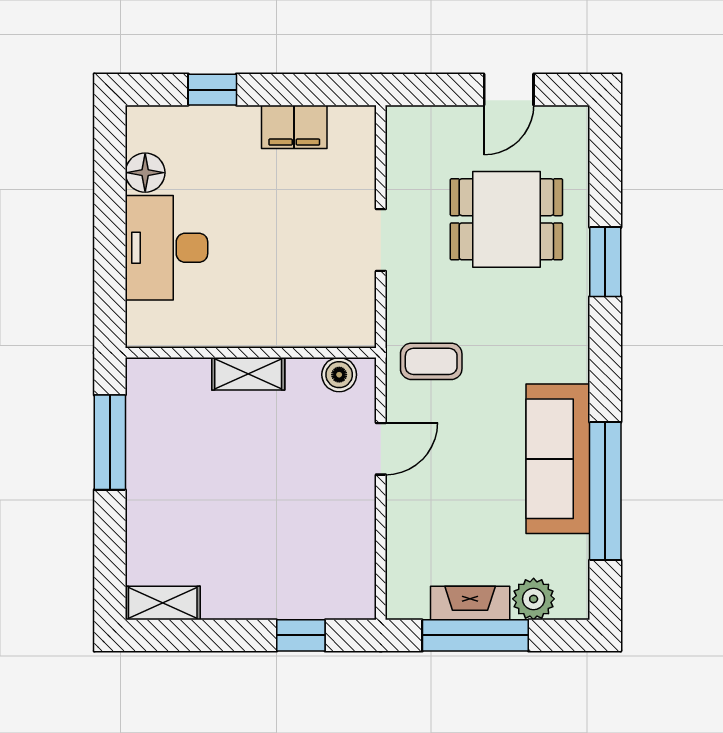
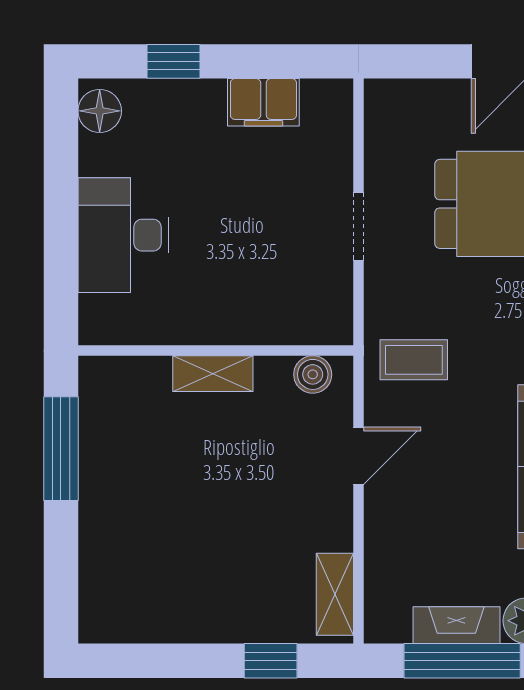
floor lamp: (145, 173) -> (100, 111), moved
shelving: (163, 603) -> (335, 594), moved, turned 90

